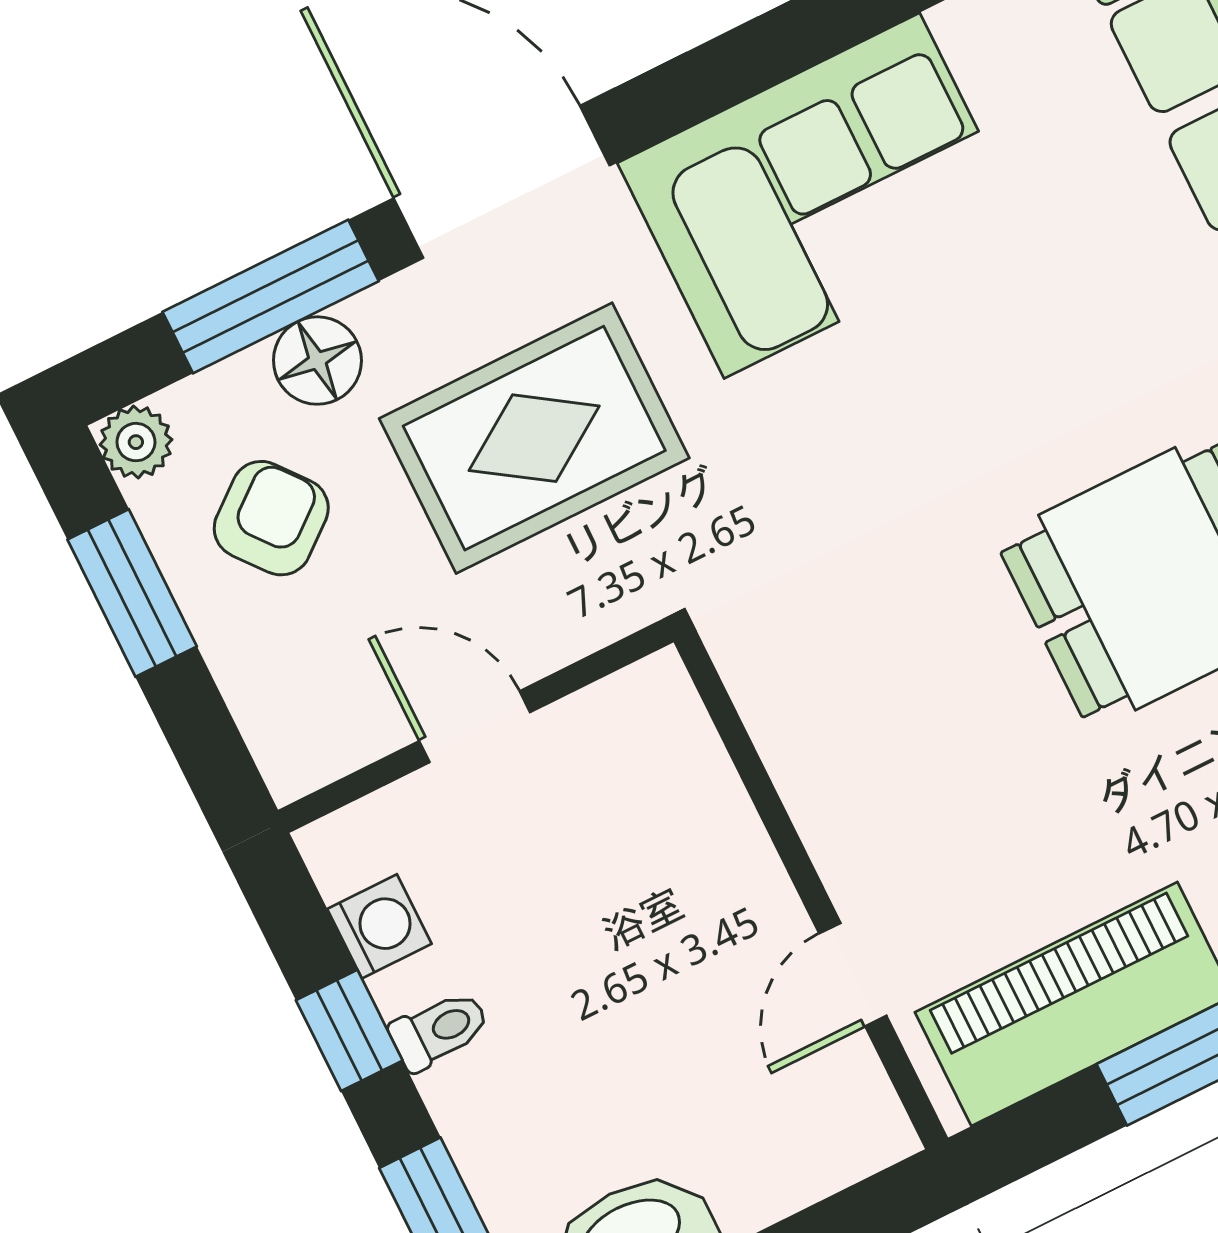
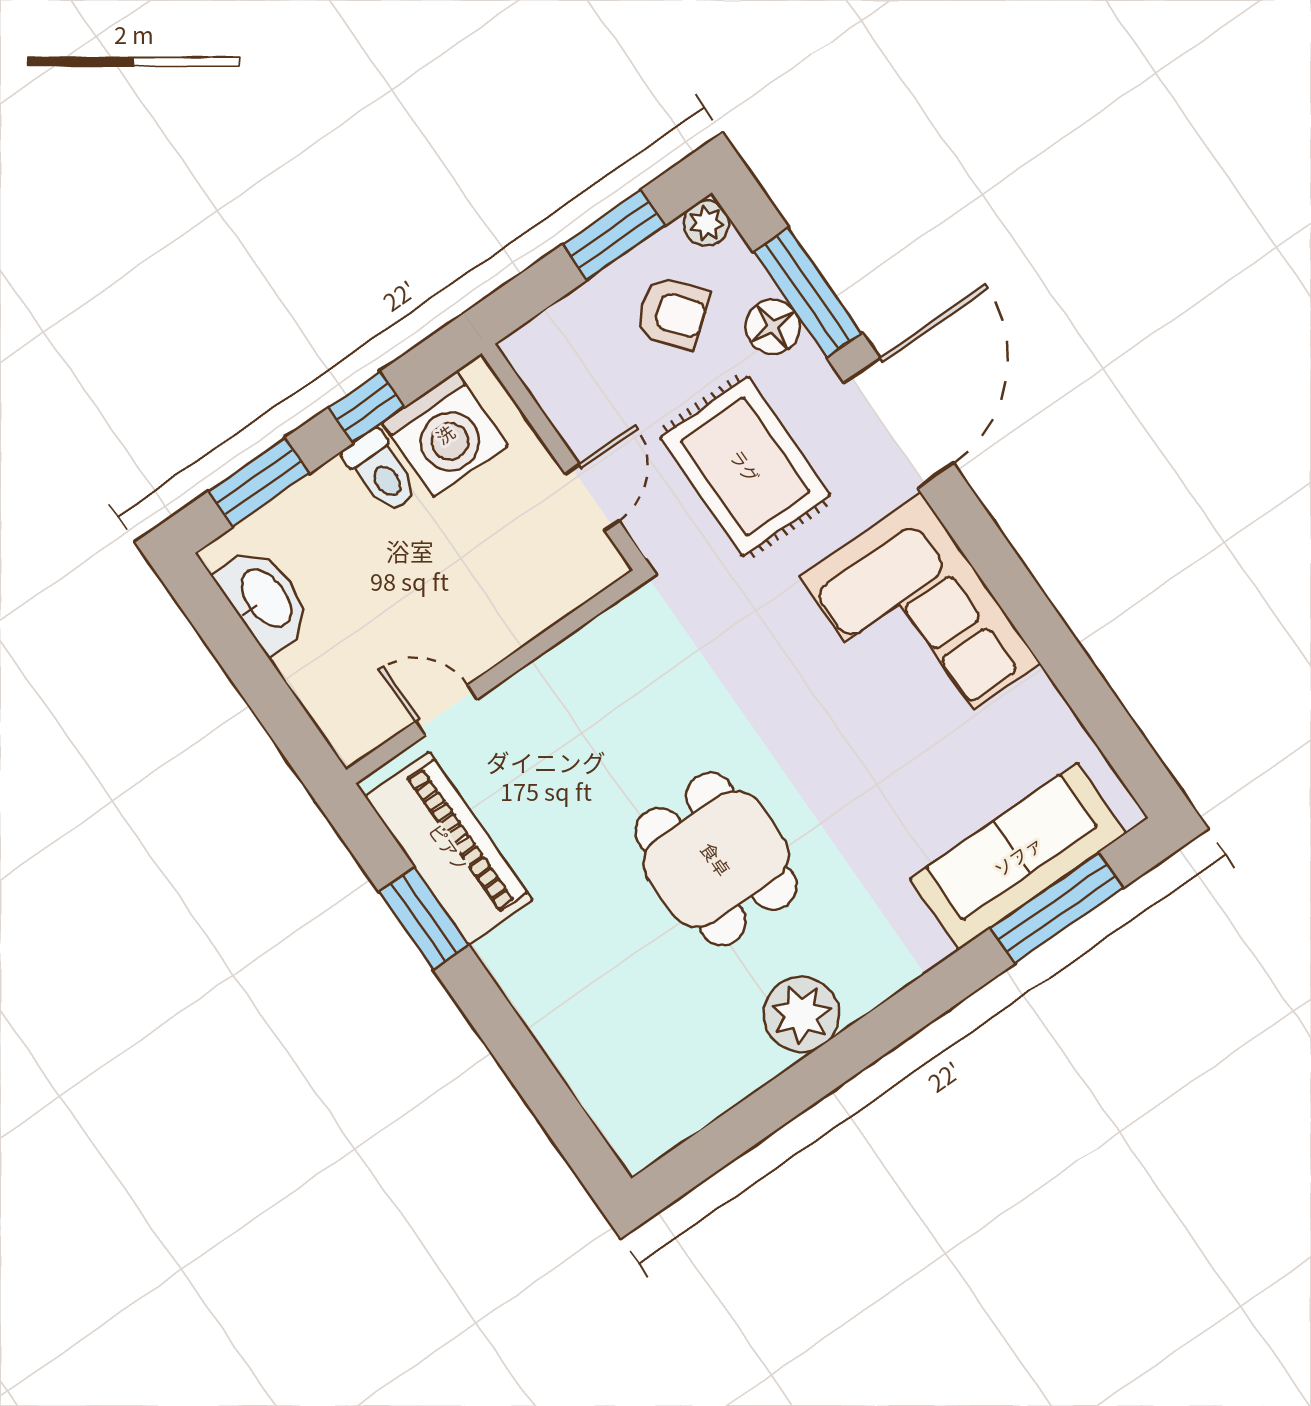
door: (475, 727) -> (592, 497), moved
washing machine: (379, 926) -> (445, 434), width x1.89, depth x1.89
toilet: (439, 1030) -> (381, 472), width x1.37, depth x1.39

